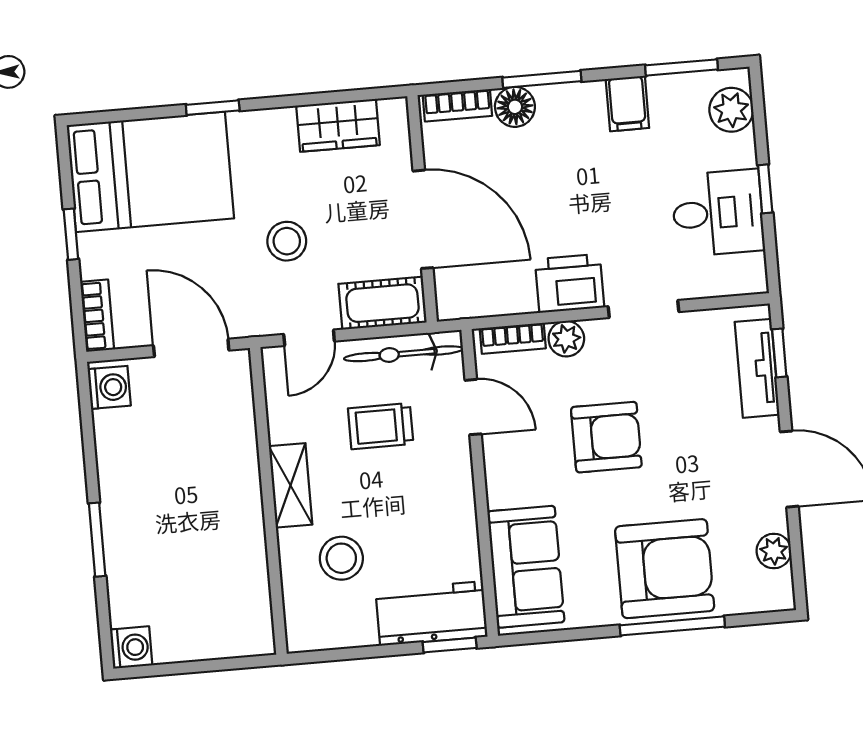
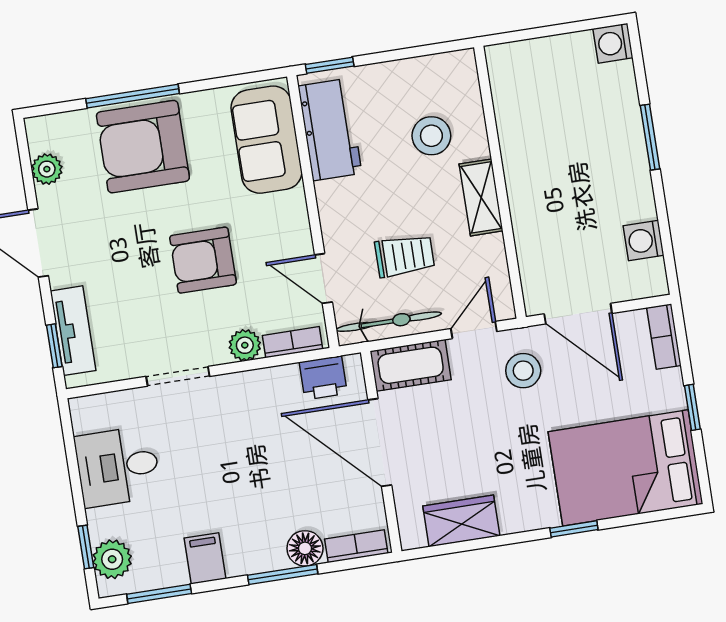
window: (765, 189) -> (86, 547), moved
stool: (287, 241) -> (523, 371), moved
printer: (570, 283) -> (323, 378), moved, width x0.73, depth x0.81
washing machine: (109, 387) -> (644, 240), moved
workbench: (432, 613) -> (330, 130), moved, turned -90

